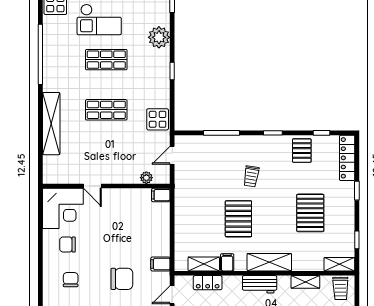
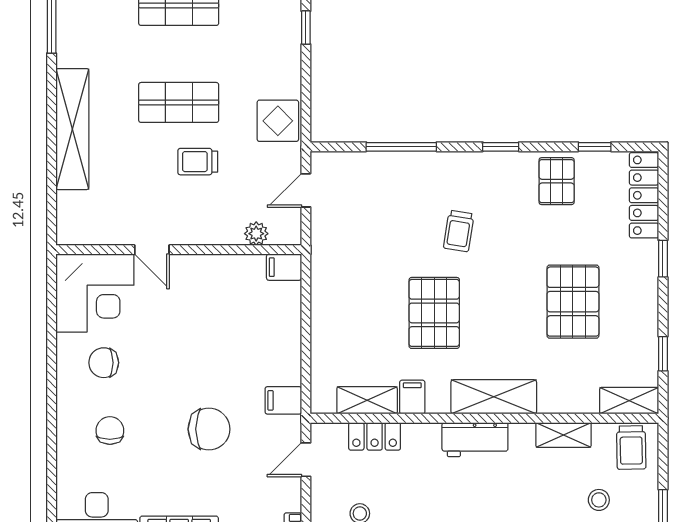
trolley: (116, 140) -> (198, 162), added

